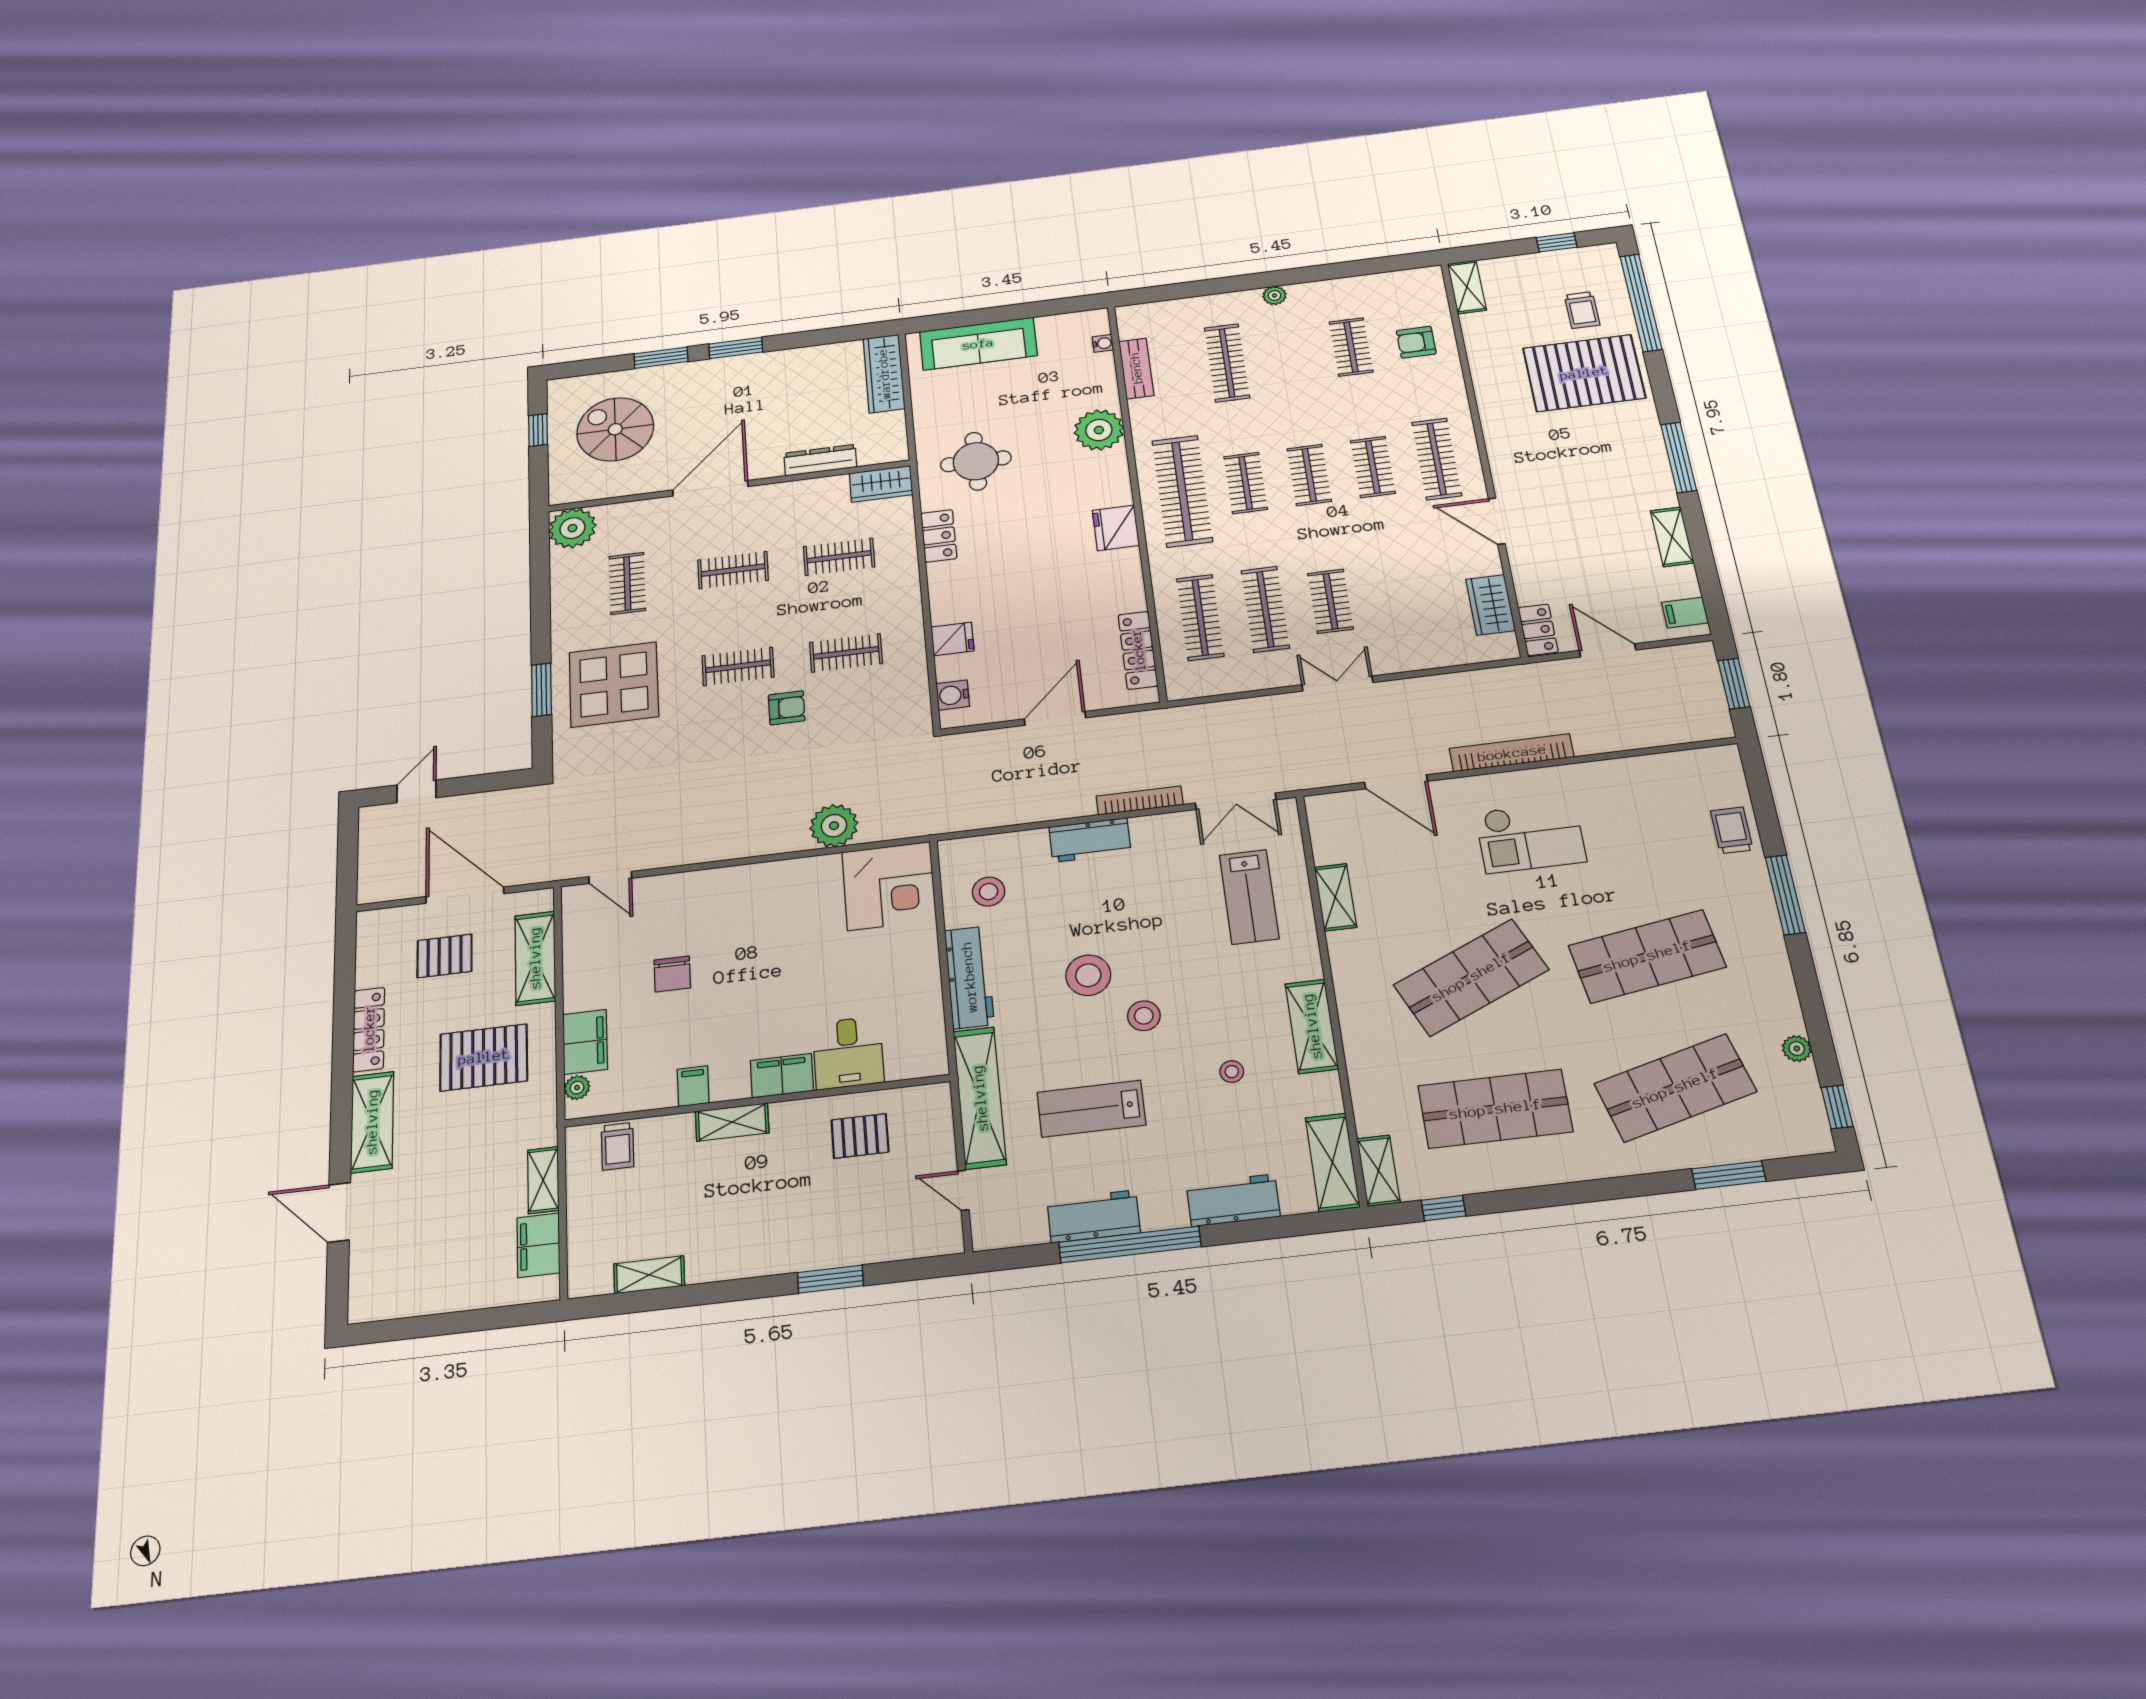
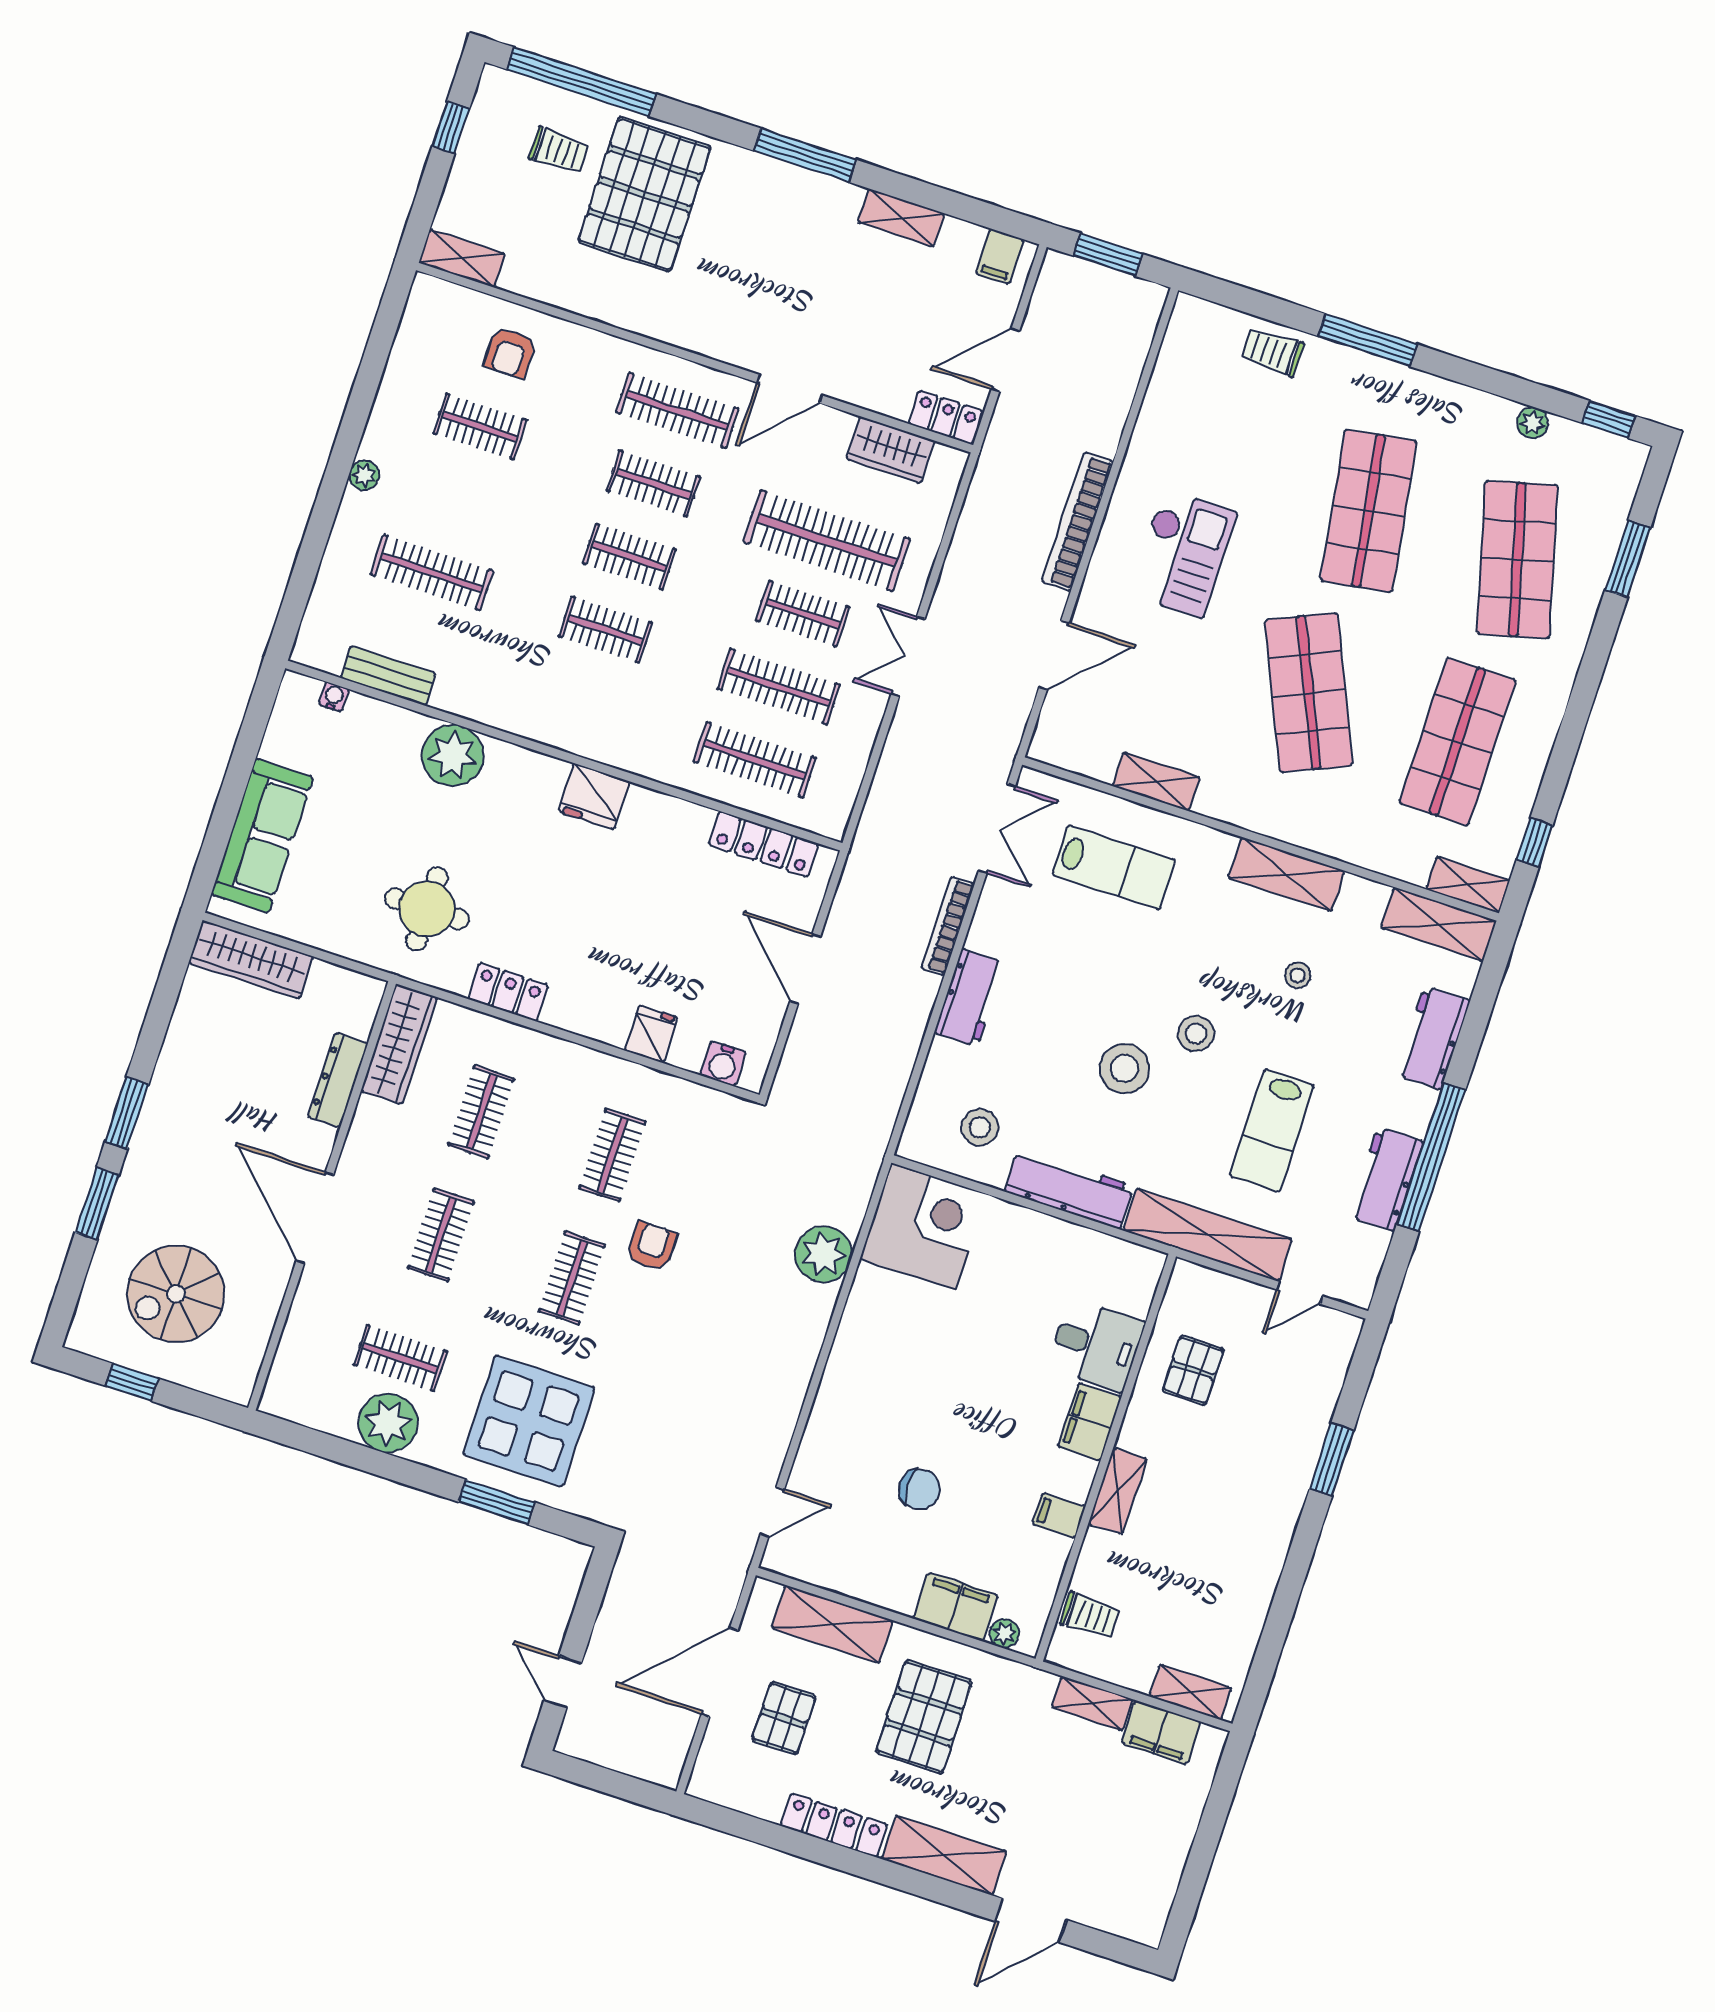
wardrobe: (881, 484) -> (399, 1044), width x1.50
clothes rail: (1182, 491) -> (827, 541), moved
plant: (572, 528) -> (388, 1423), moved
shelving: (649, 1275) -> (1191, 1692), moved, turned 90

